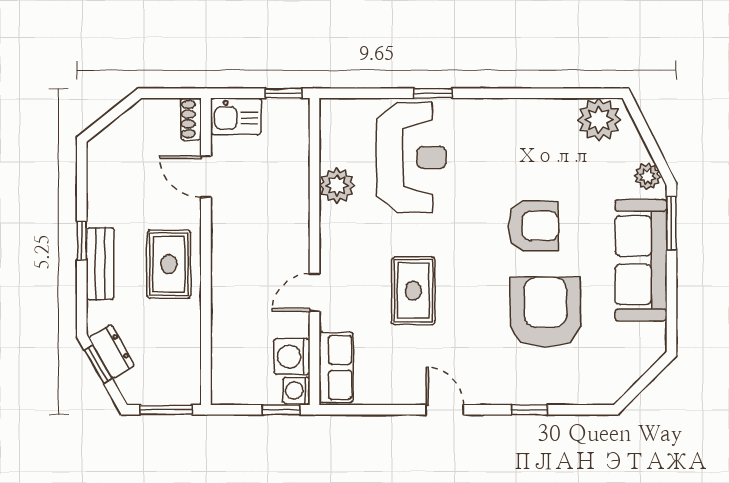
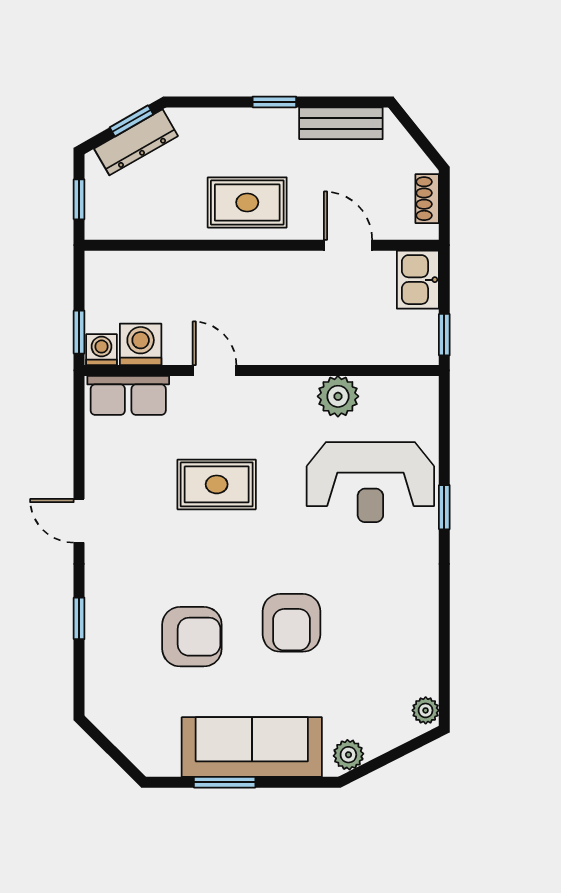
shoe rack: (191, 119) -> (427, 199), moved, turned -90
plant: (599, 120) -> (426, 710), width x0.53, depth x0.53
door: (206, 177) -> (348, 245), hinge flipped
window: (671, 223) -> (225, 782), moved
bench: (100, 264) -> (341, 123), moved
armchair: (545, 312) -> (192, 637), width x0.73, depth x0.73
dresser: (112, 351) -> (136, 142), width x1.44
window: (166, 410) -> (79, 199), width x0.67
door: (445, 410) -> (79, 521), swing flipped

